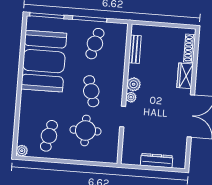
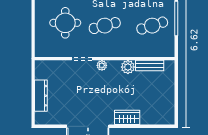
cafe table: (95, 44) -> (152, 26), turned -33
shoe rack: (190, 48) -> (155, 120), removed
plant: (134, 84) -> (128, 67), moved

